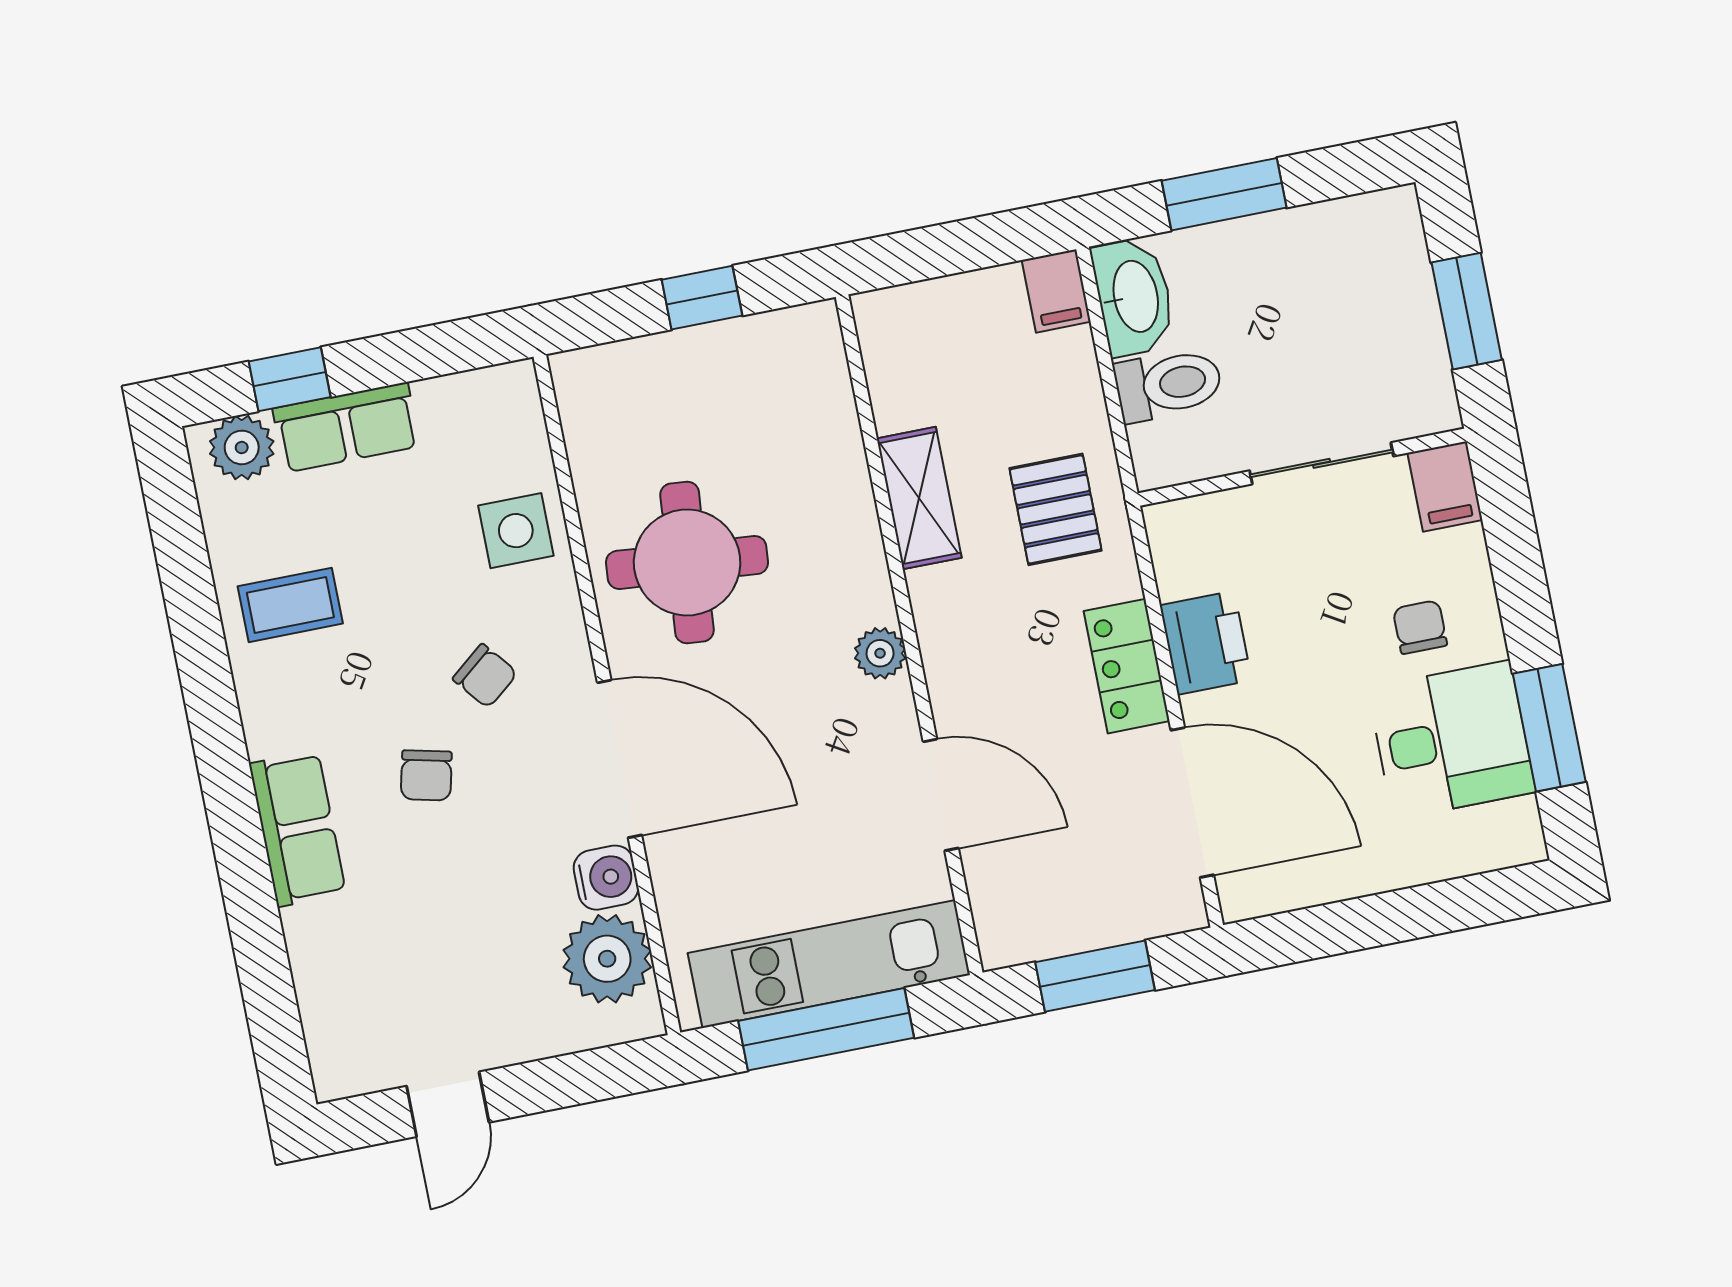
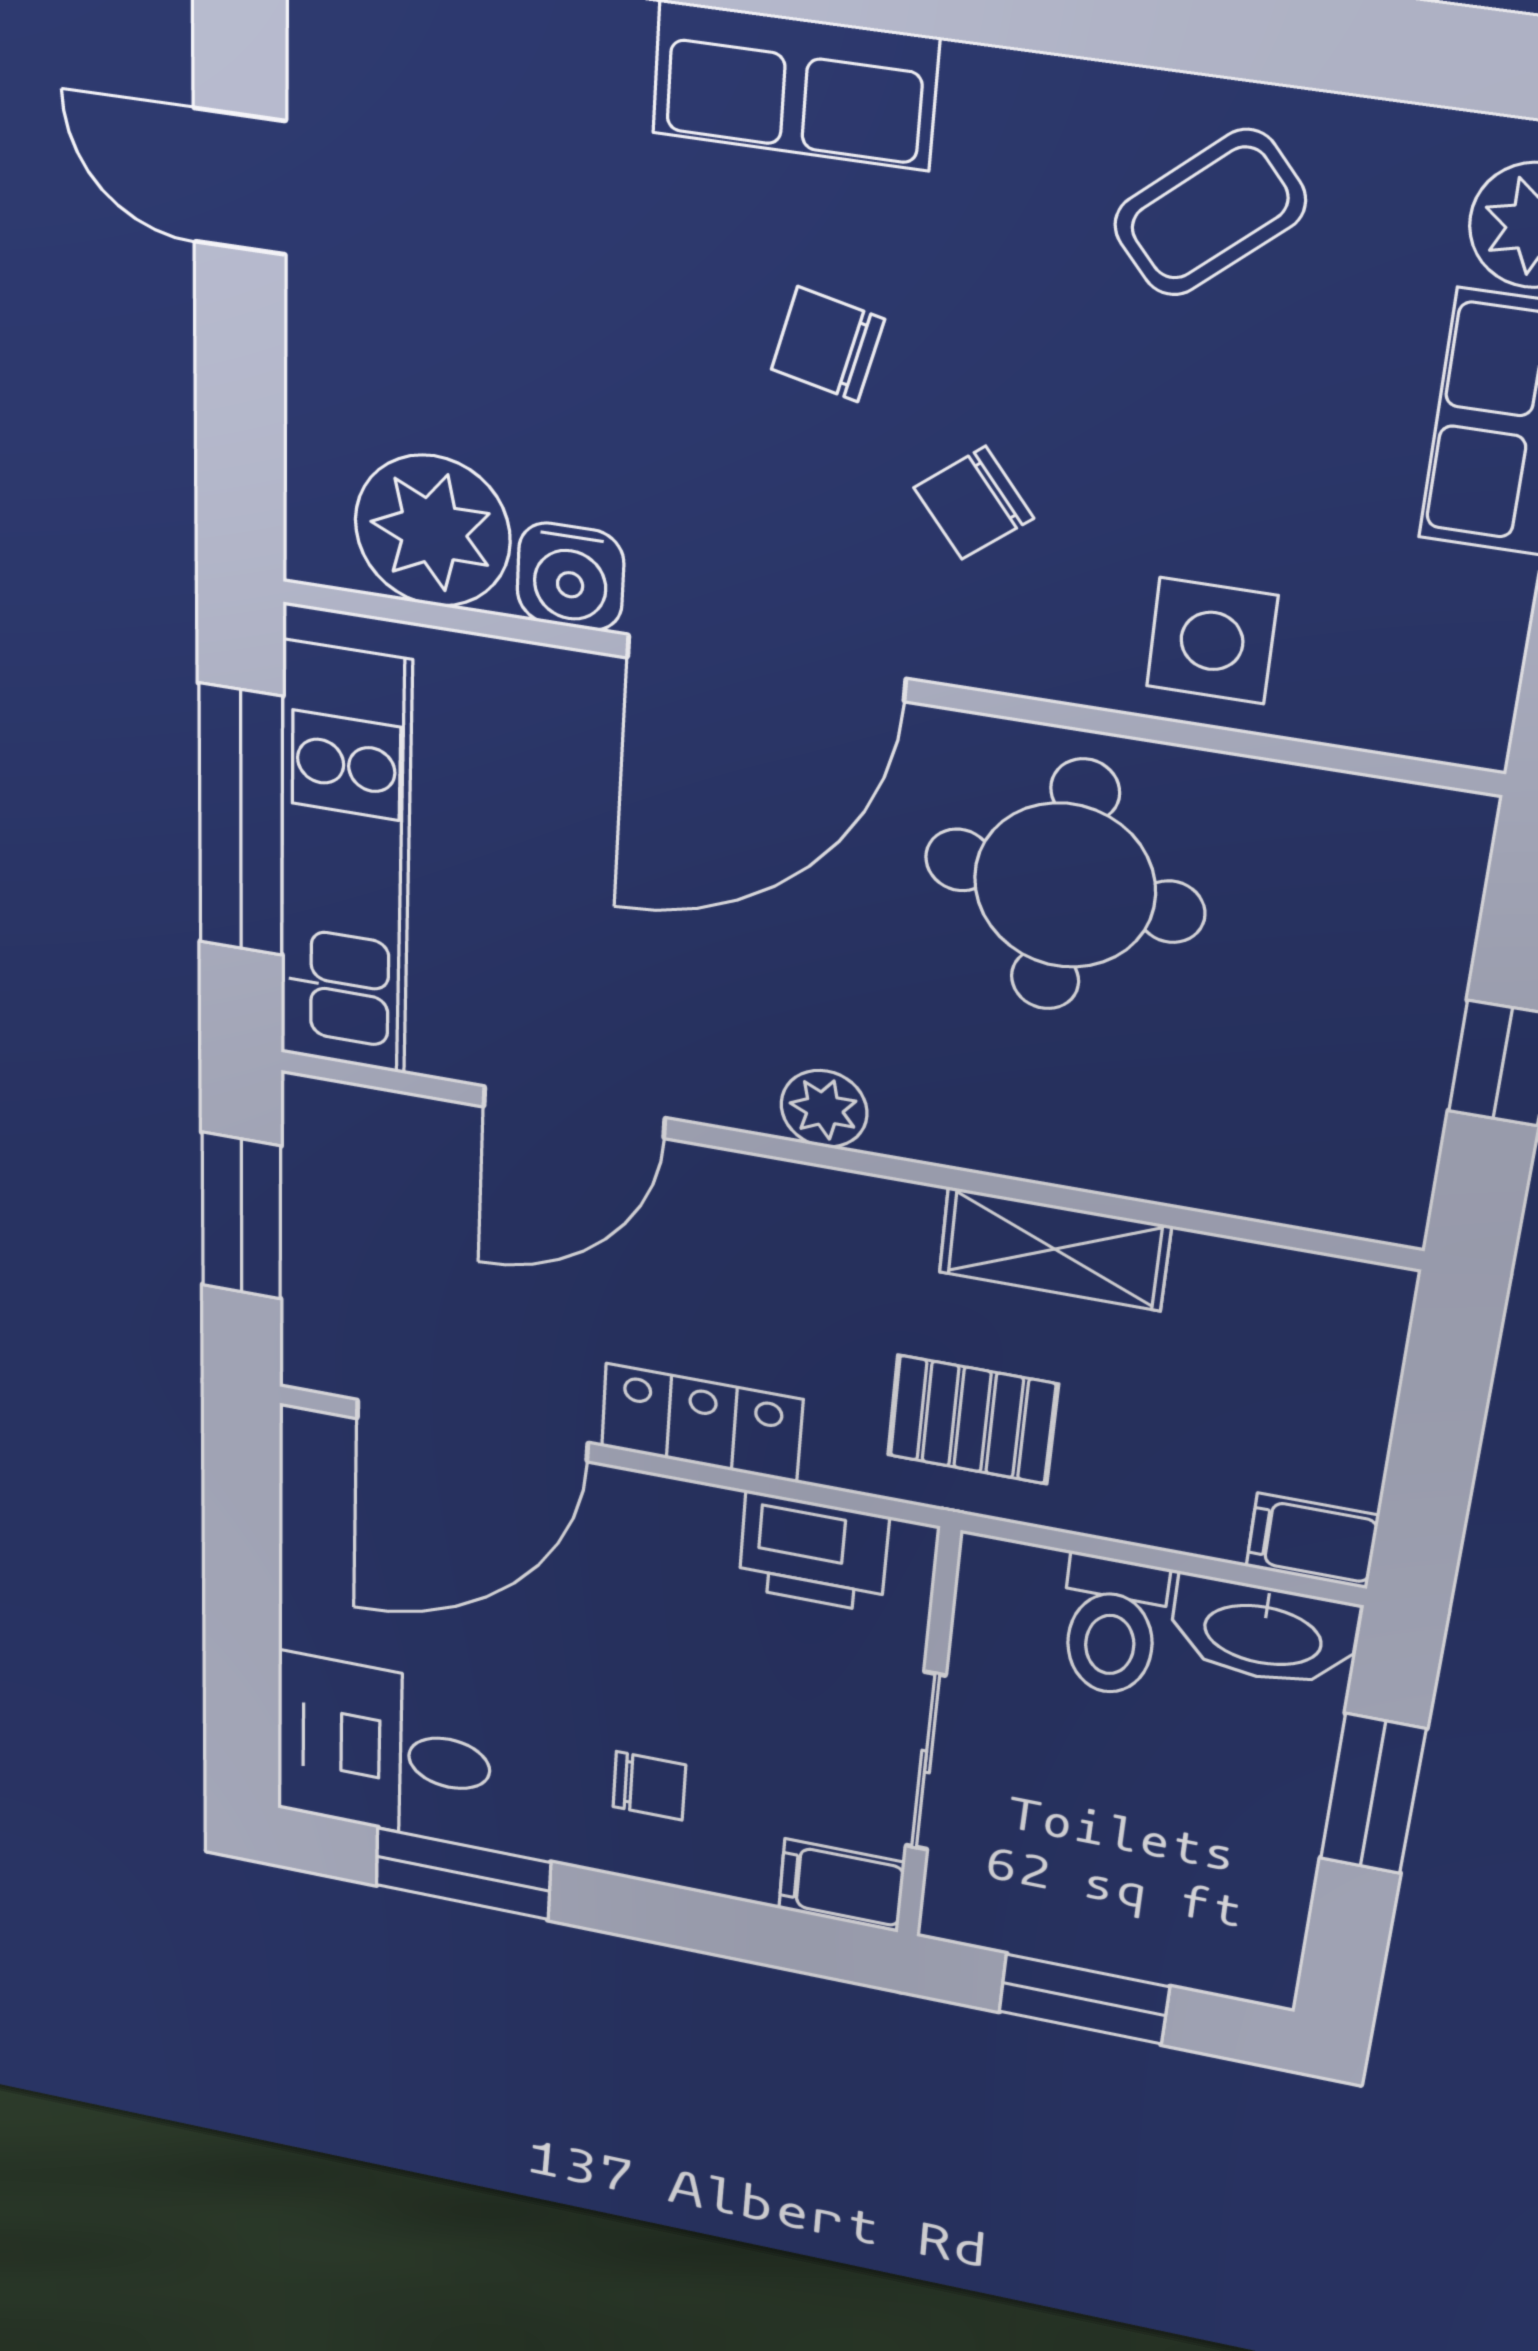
coffee table: (290, 605) -> (1210, 213), turned 49
printer: (1206, 643) -> (814, 1552), moved
desk: (1452, 740) -> (384, 1750), moved, turned 90

